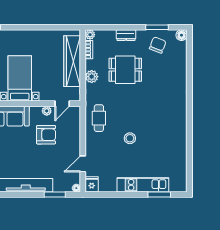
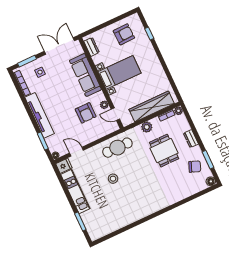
cafe table: (99, 118) -> (117, 148), width x1.37, depth x1.35
kitchen unit: (143, 185) -> (75, 191), moved

